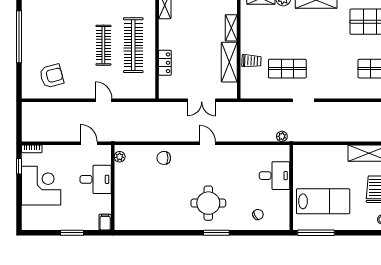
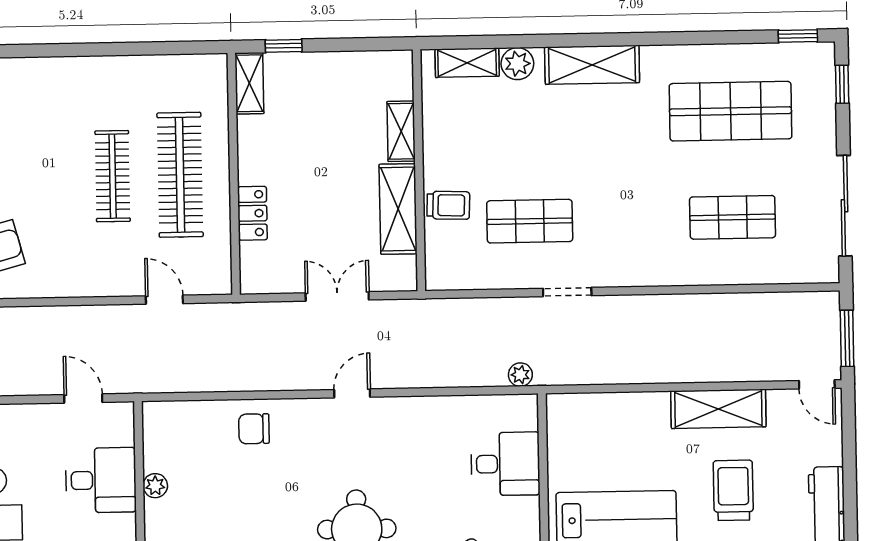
door: (104, 100) -> (164, 300), moved
double door: (202, 100) -> (337, 296), swing flipped
door: (207, 143) -> (352, 393), hinge flipped
plant: (120, 157) -> (155, 486), moved

